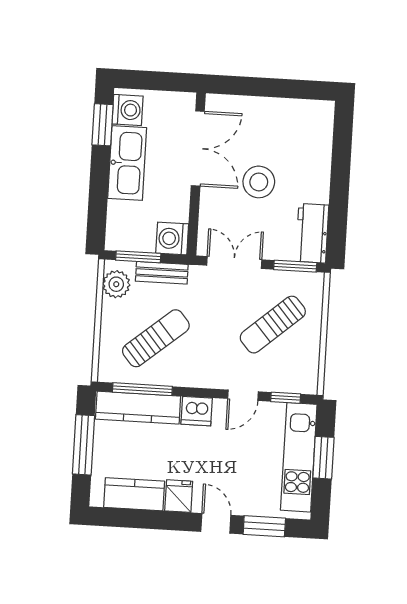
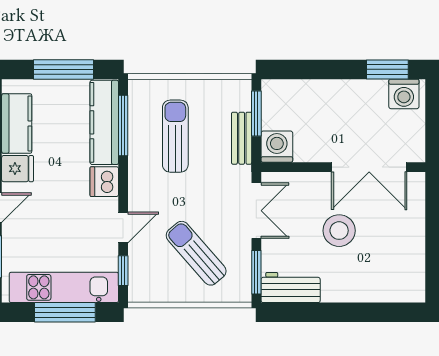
kitchen sink: (127, 163) -> (350, 97), removed
plant: (116, 284) -> (227, 93), removed
sun lounger: (156, 338) -> (175, 136), turned -140
door: (243, 395) -> (123, 227), swing flipped
window: (323, 458) -> (65, 312), width x1.44

